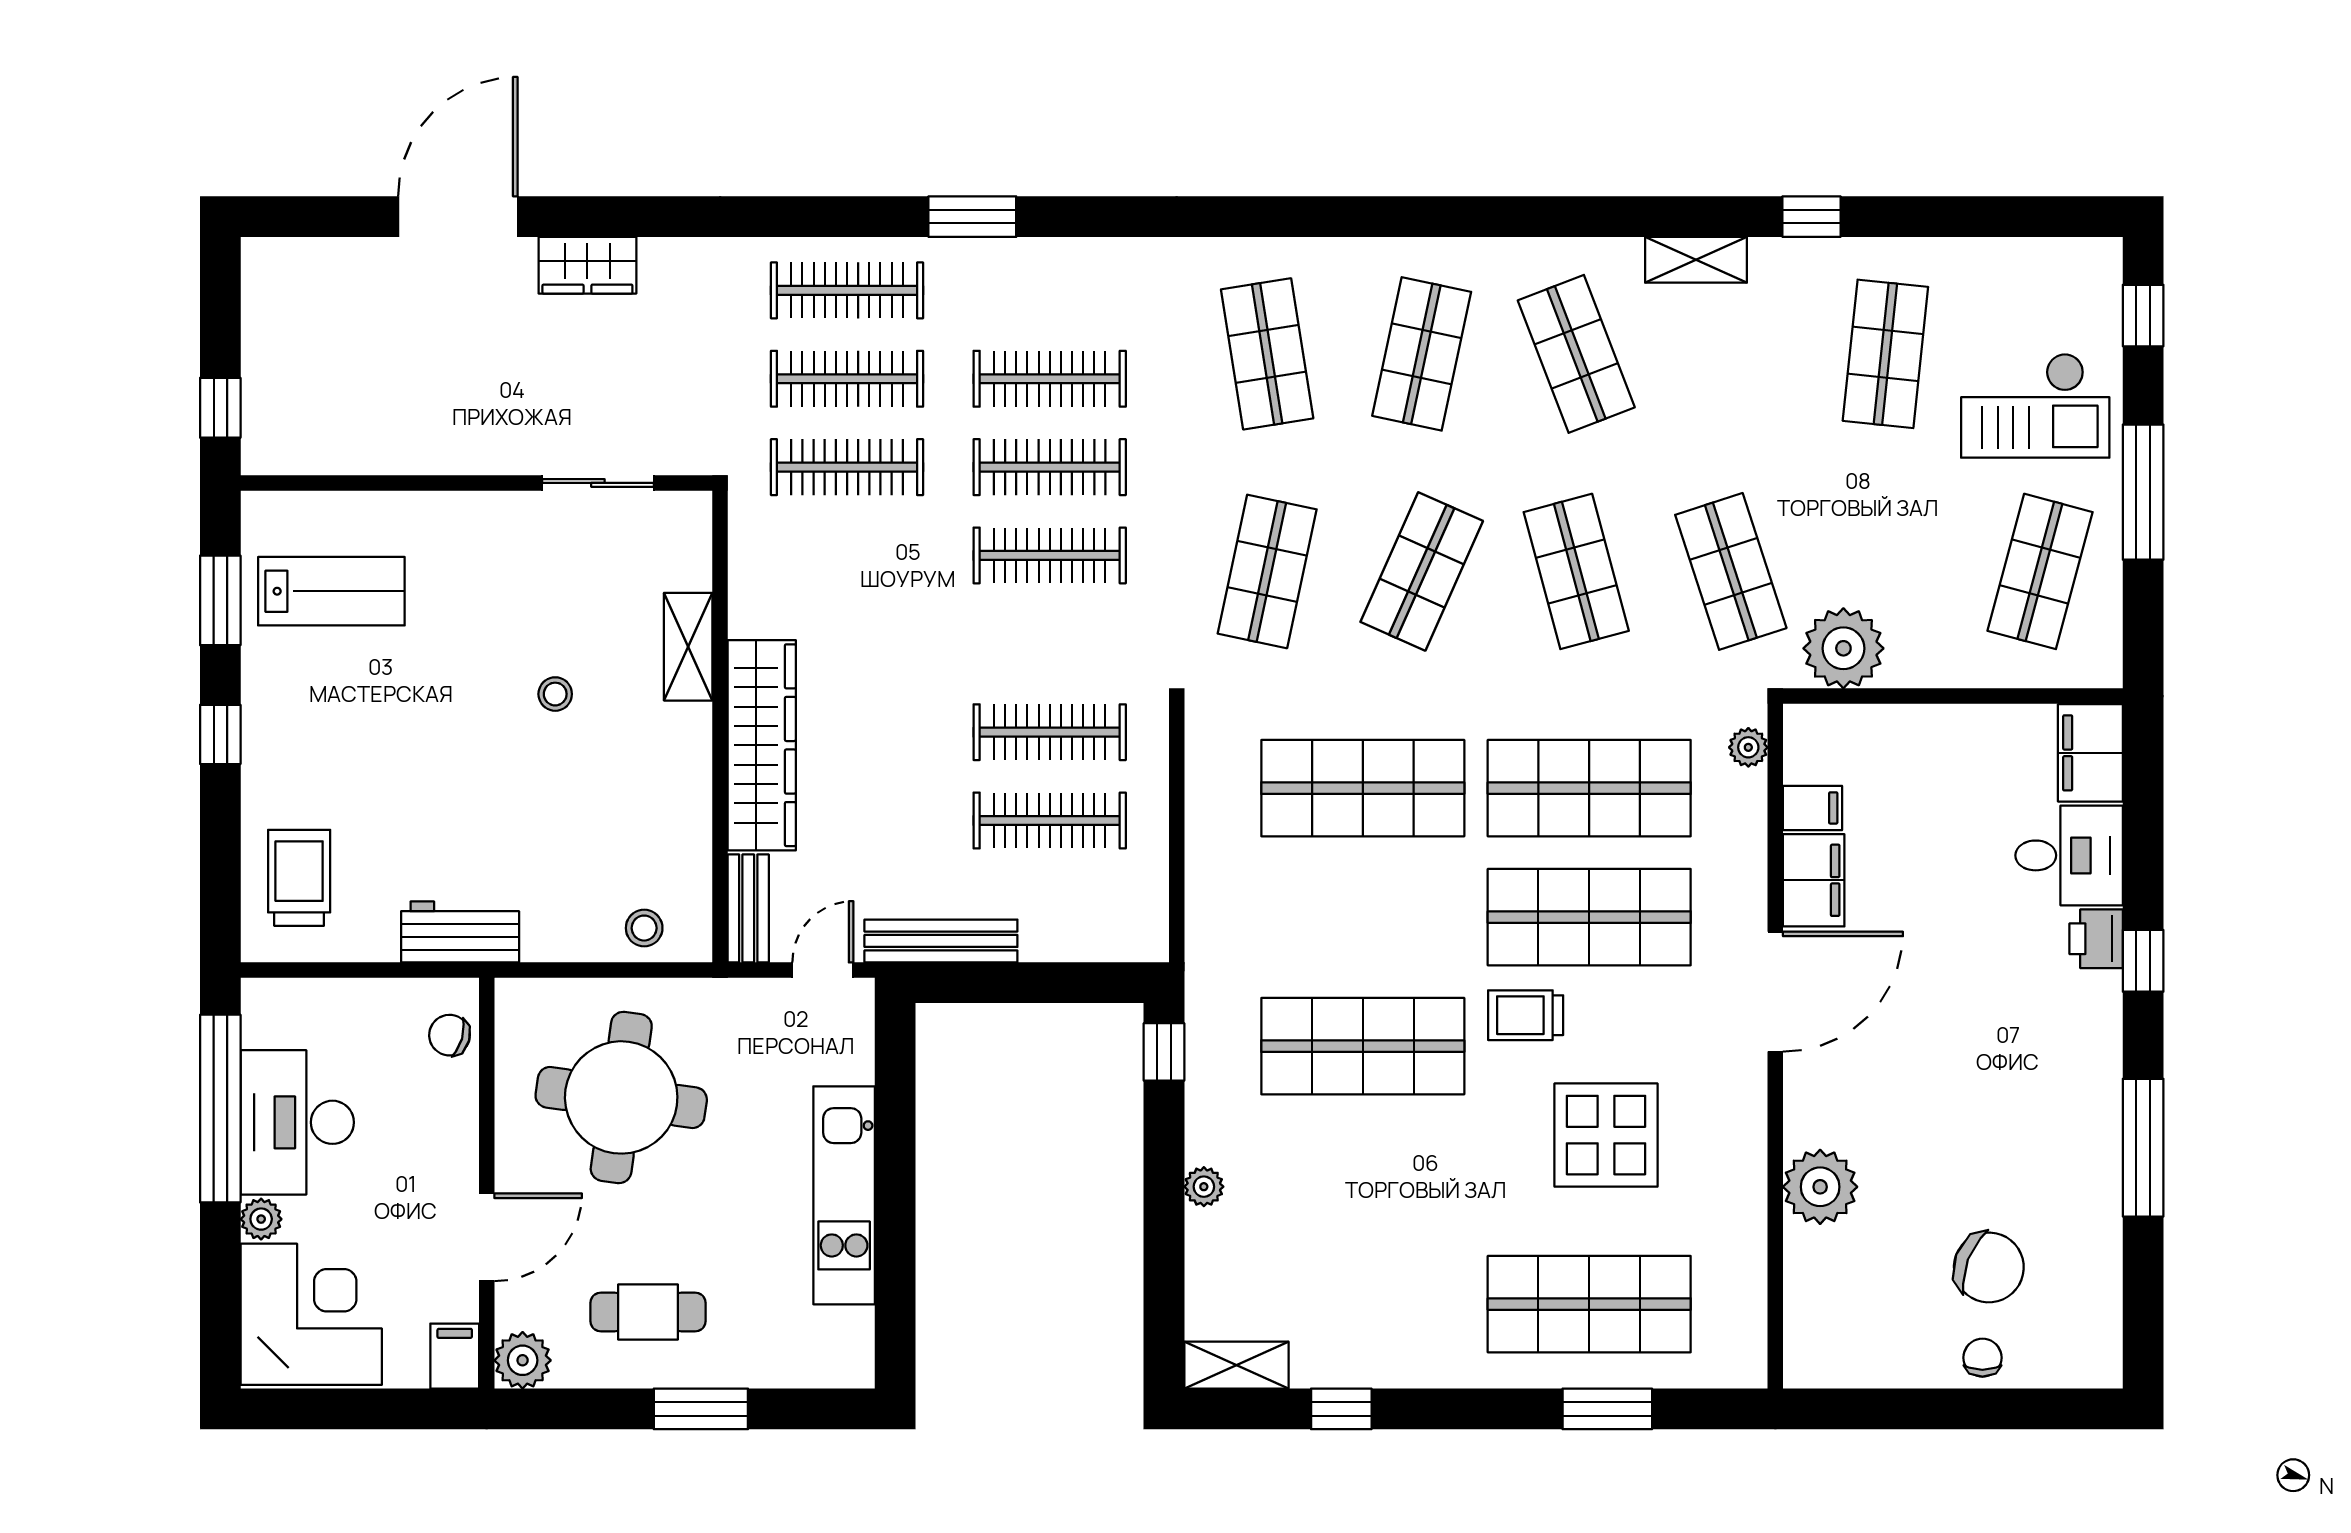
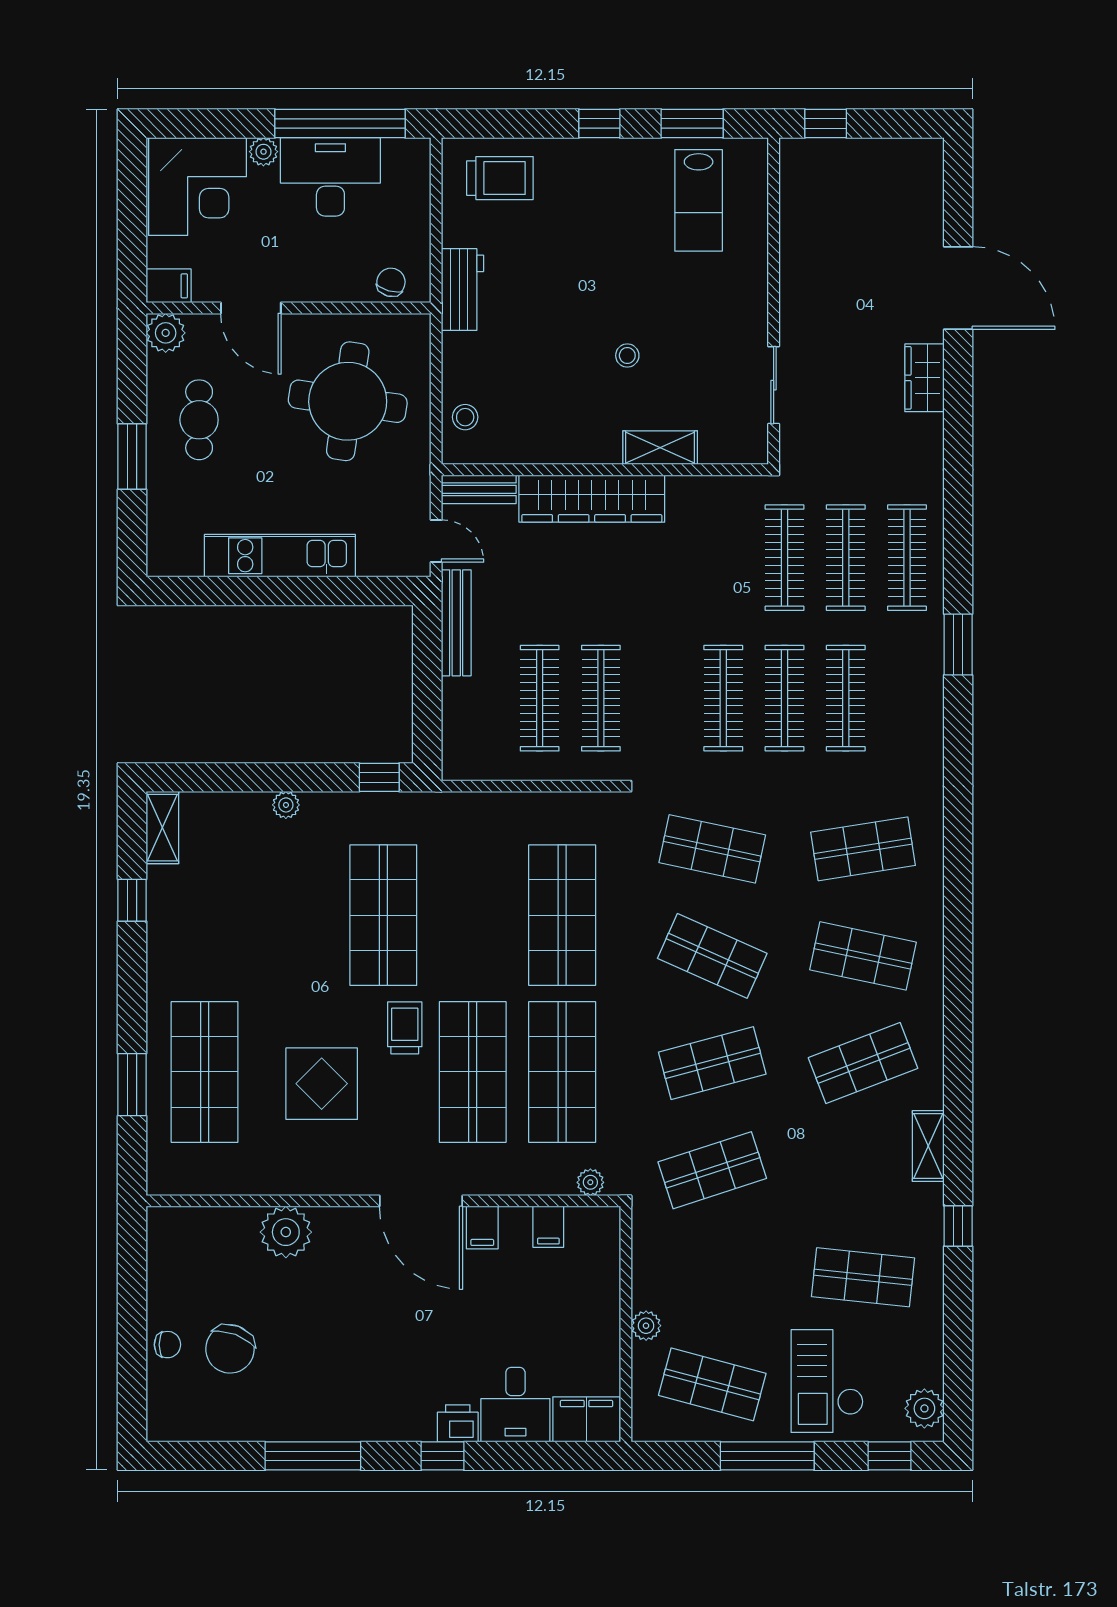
plant: (2075, 265) -> (924, 1408), added
plant: (1843, 648) -> (646, 1326), moved, width x0.53, depth x0.53
filing cabinet: (1814, 880) -> (482, 1228), width x0.50

